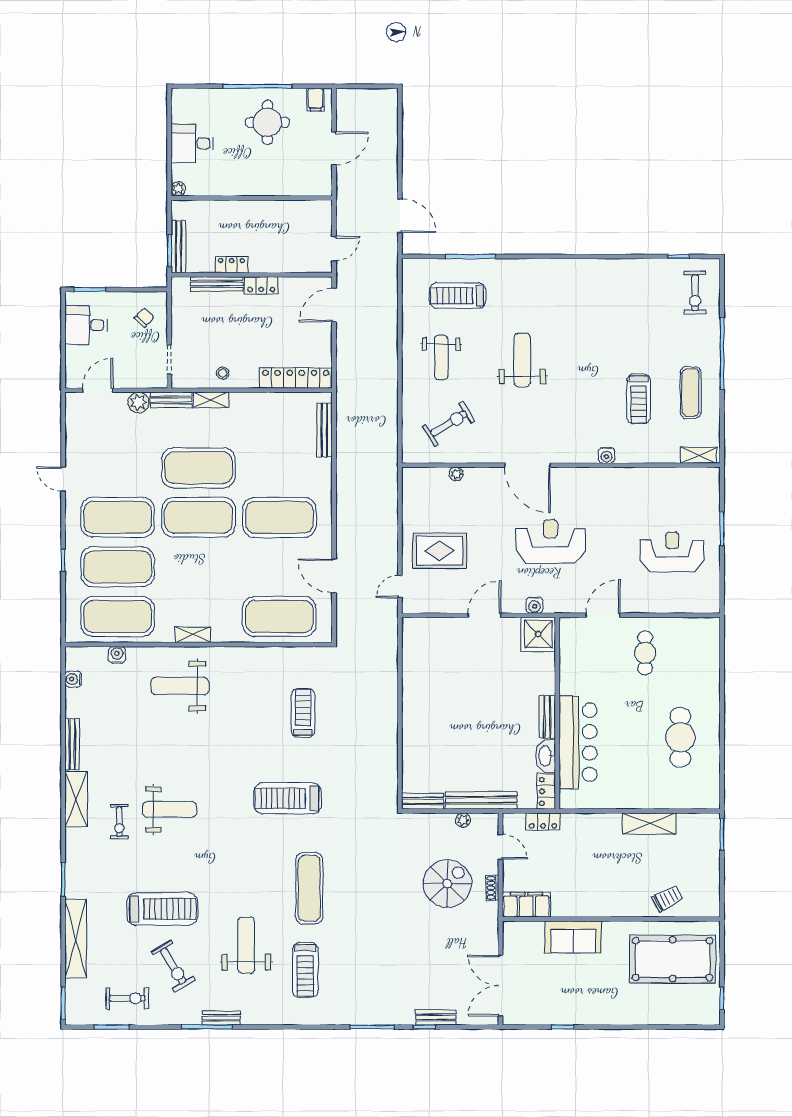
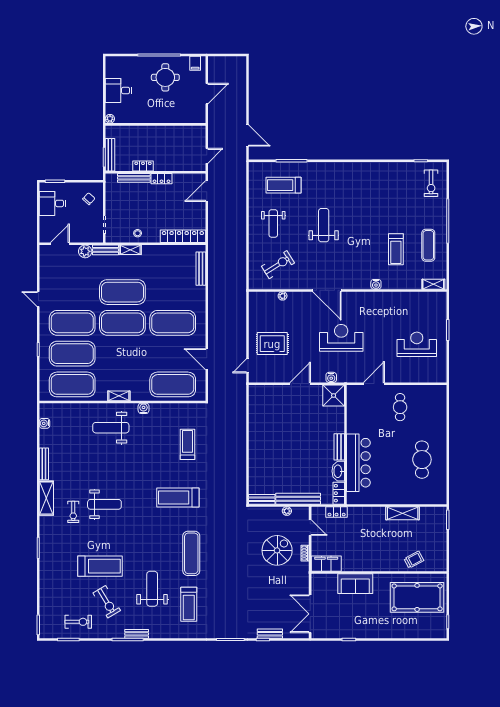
water cooler: (117, 655) -> (144, 408), moved
shelving: (76, 939) -> (46, 585), removed

